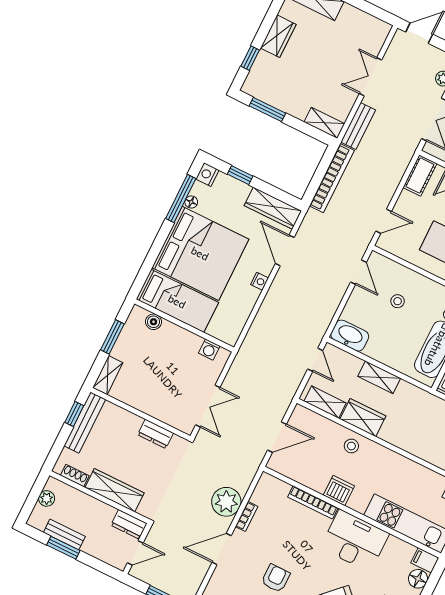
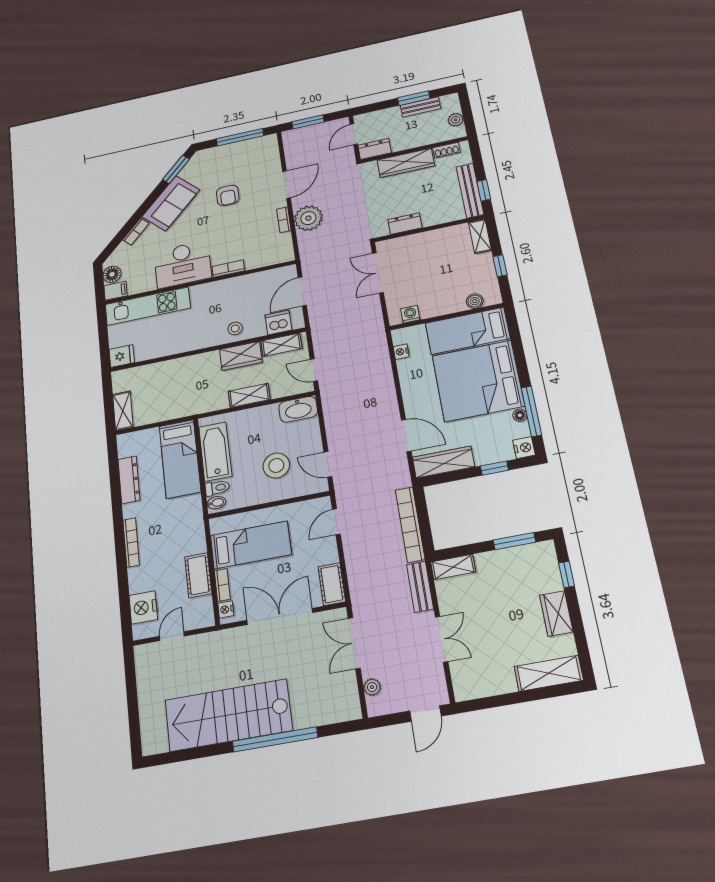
nightstand: (260, 281) -> (401, 352), moved
stool: (398, 301) -> (276, 465), width x1.89, depth x1.89
window: (112, 337) -> (500, 266), width x0.67
dishwasher: (339, 491) -> (278, 323), moved, turned 180
bookcase: (313, 502) -> (228, 269), width x0.64

